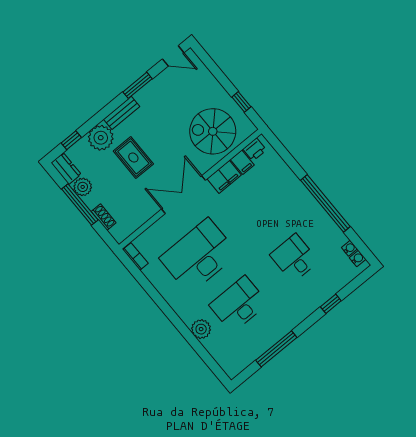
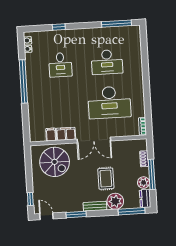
window: (241, 102) -> (30, 199), moved
window: (71, 140) -> (132, 211), width x2.17
printer: (255, 150) -> (40, 136), removed
plant: (201, 329) -> (136, 63), removed
window: (276, 349) -> (117, 24), moved

